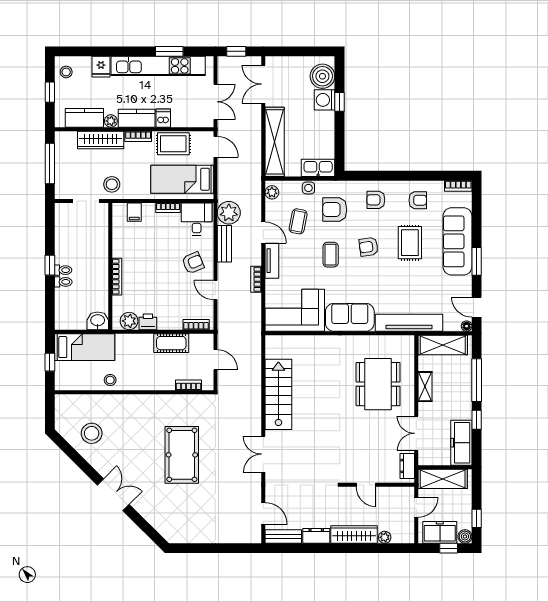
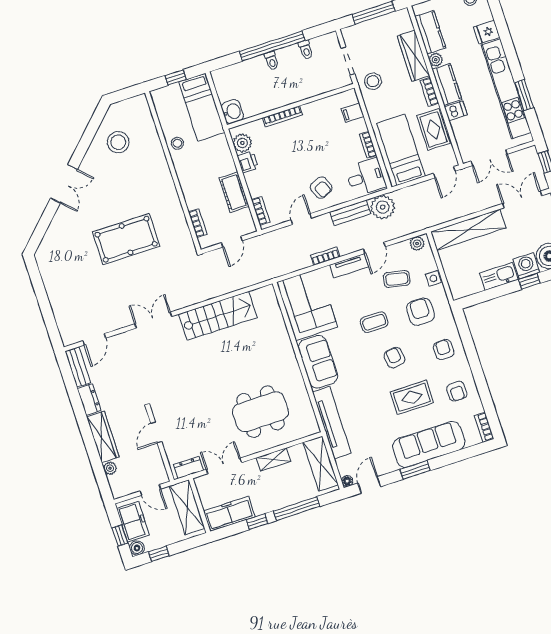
kitchen sink: (318, 168) -> (499, 276), moved, turned -90
window: (50, 265) -> (272, 46), width x3.17
toilet: (63, 282) -> (306, 50), moved

